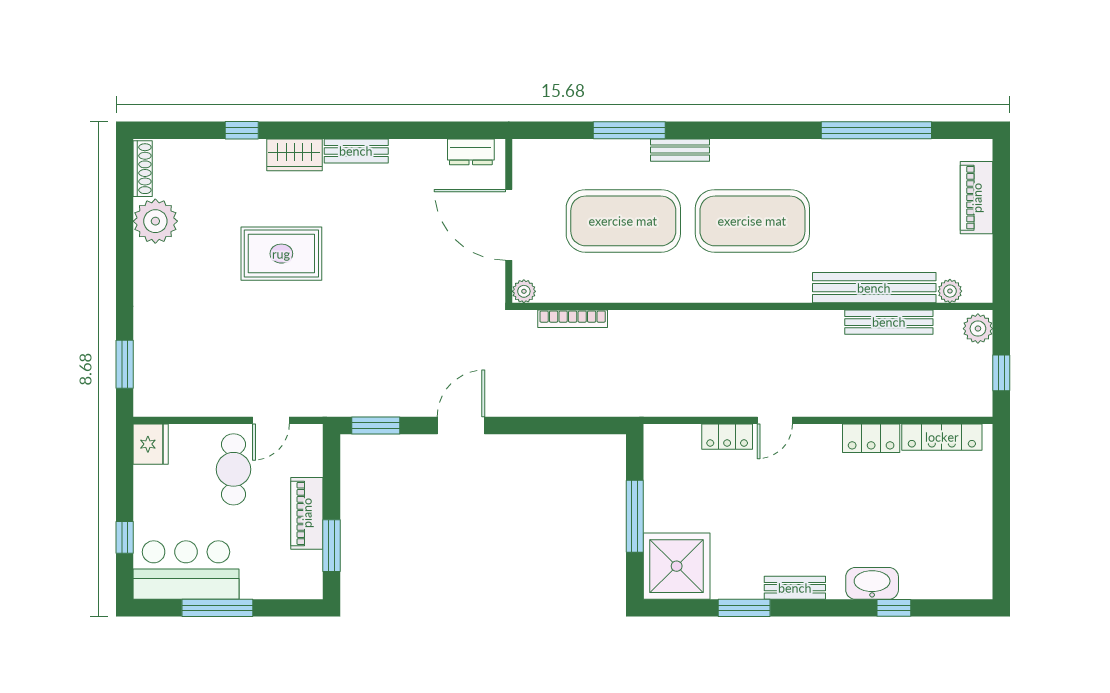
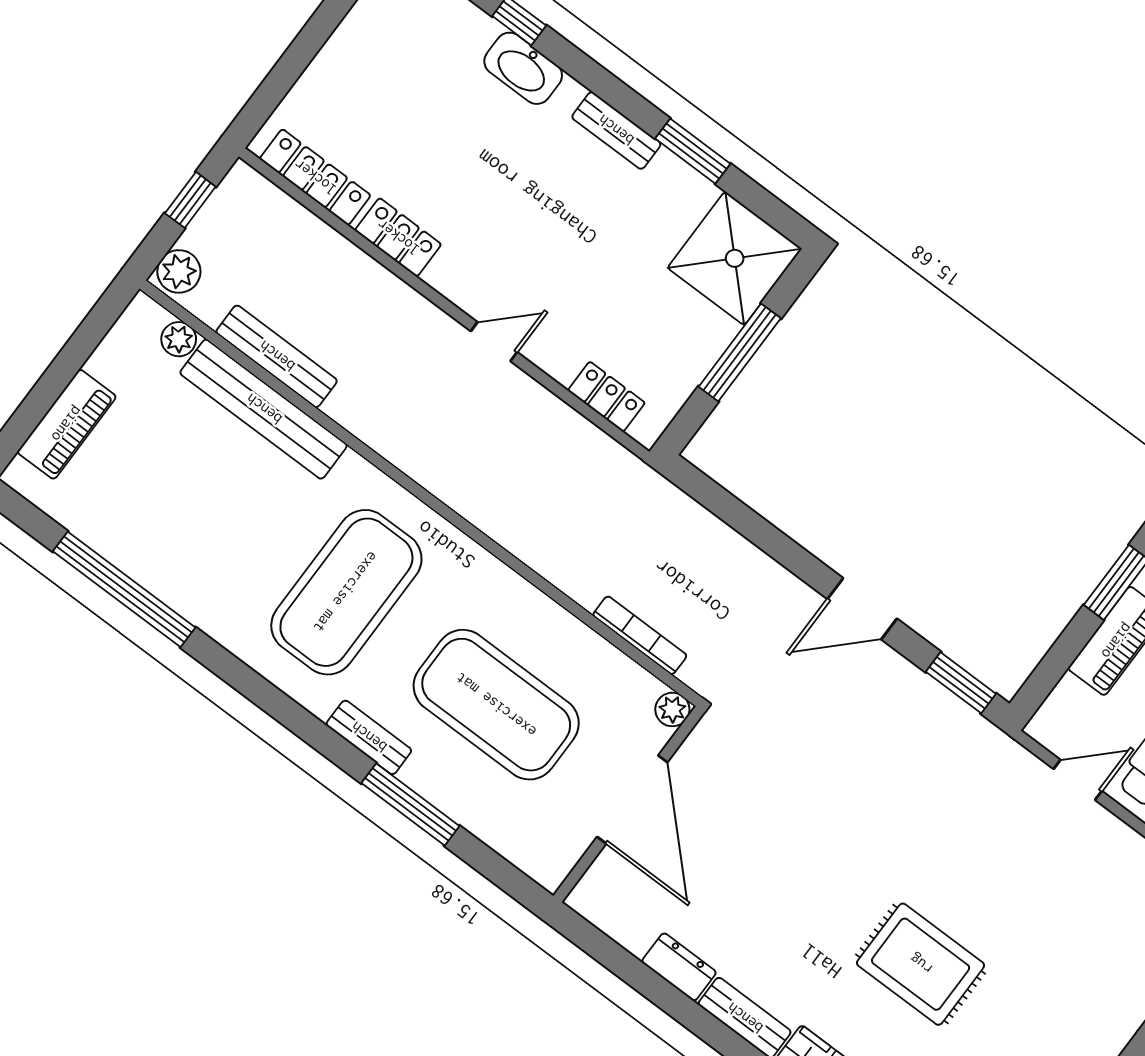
dresser: (471, 152) -> (679, 967), moved
exercise mat: (752, 221) -> (346, 592), turned 90
locker: (727, 437) -> (606, 397), moved

